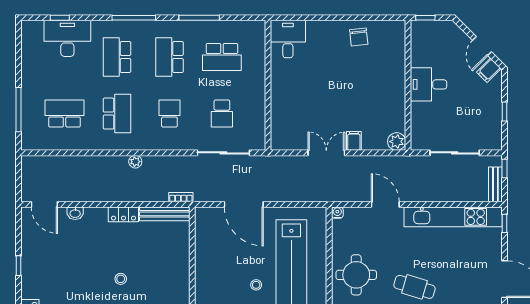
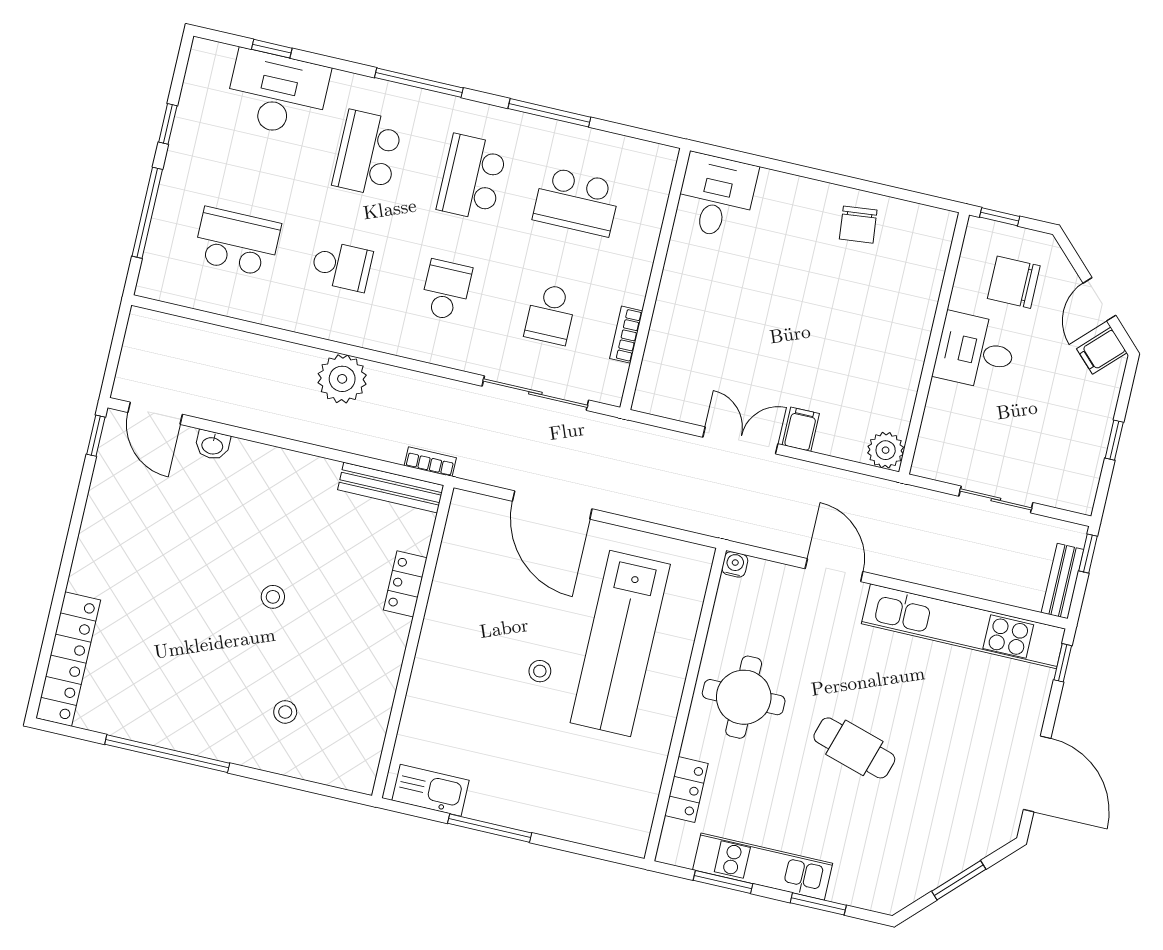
chair: (439, 47) -> (1014, 282), added
window: (19, 65) -> (168, 124), added
school desk: (117, 114) -> (342, 266), width x0.54
bookcase: (260, 115) -> (626, 335), added
sliding door: (455, 153) -> (996, 499), width x0.73
plant: (135, 162) -> (342, 379), width x1.87, depth x1.87
locker: (123, 214) -> (405, 584), moved, turned 90
window: (19, 266) -> (96, 436), moved

